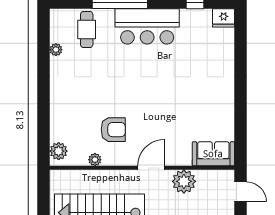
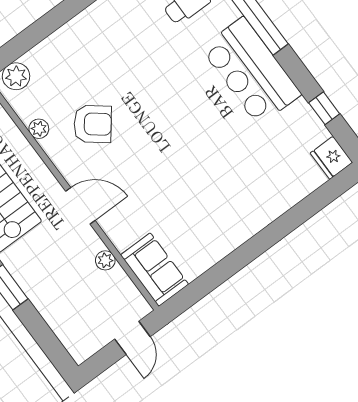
armchair: (113, 130) -> (93, 124), turned -52
plant: (184, 181) -> (105, 260), width x0.53, depth x0.53

